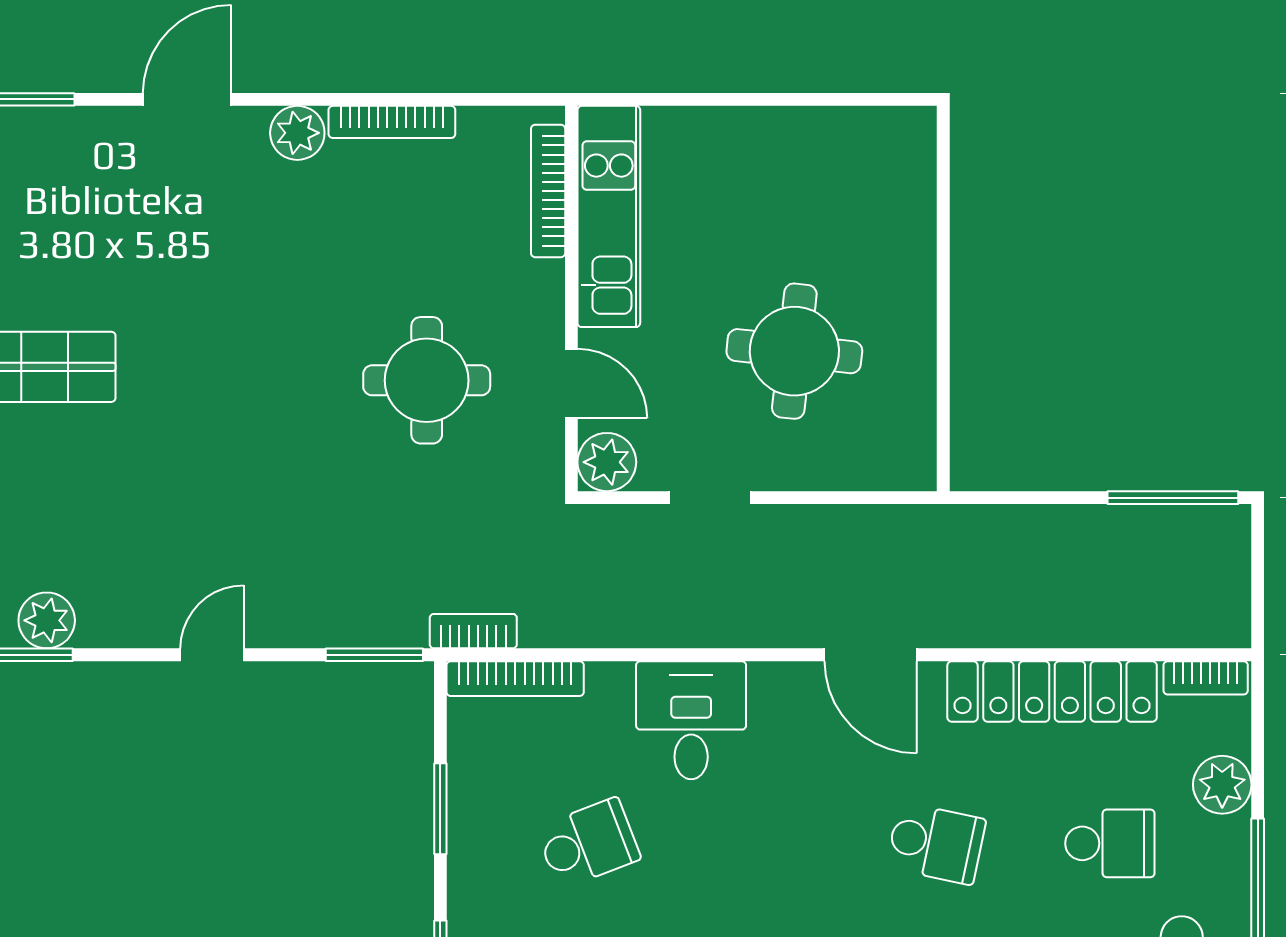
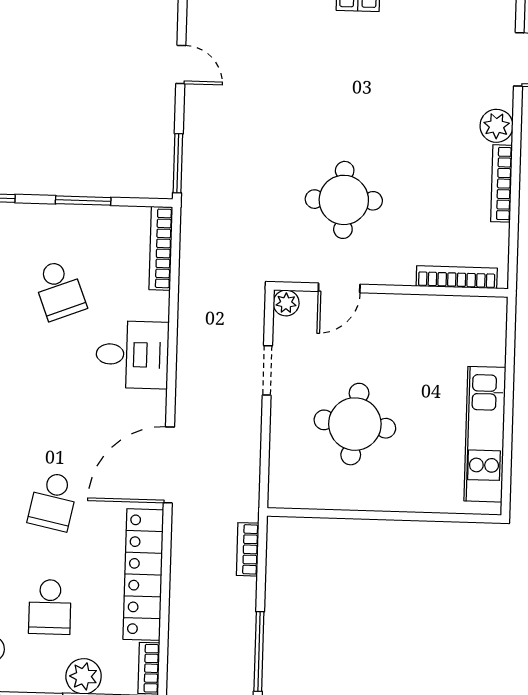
kitchen unit: (609, 216) -> (485, 434), moved, turned 90
plant: (607, 462) -> (286, 303), width x0.73, depth x0.73
bookcase: (473, 631) -> (248, 549), moved, turned 180
door: (870, 655) -> (169, 465), width x1.36

